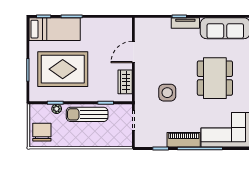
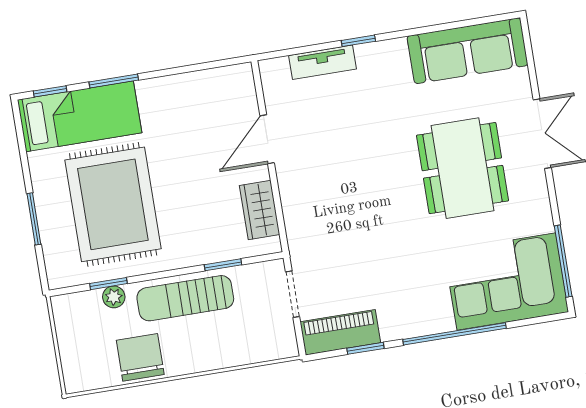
tv unit: (185, 23) -> (323, 62), moved
rug: (63, 69) -> (113, 204), turned 90
side table: (167, 93) -> (359, 219), removed
chair: (42, 132) -> (140, 357), moved
piano: (184, 140) -> (340, 332), moved

